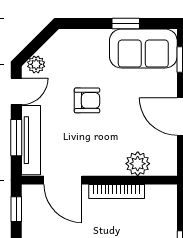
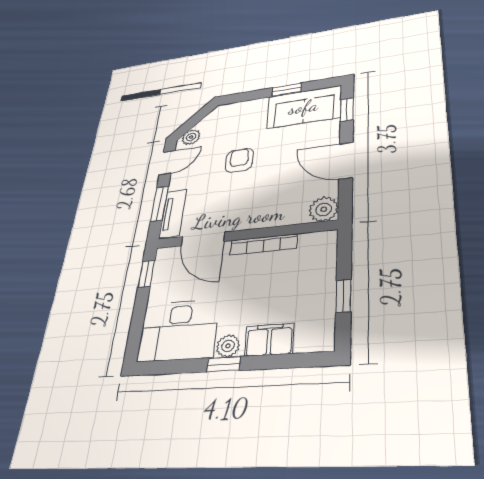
armchair: (87, 100) -> (239, 160), turned -90
tv unit: (31, 140) -> (173, 214), width x0.71
plant: (138, 164) -> (324, 209), moved

